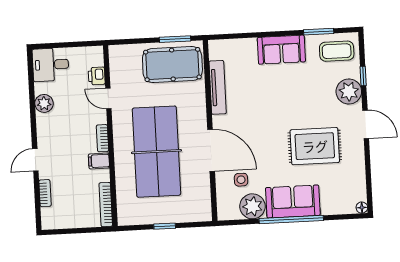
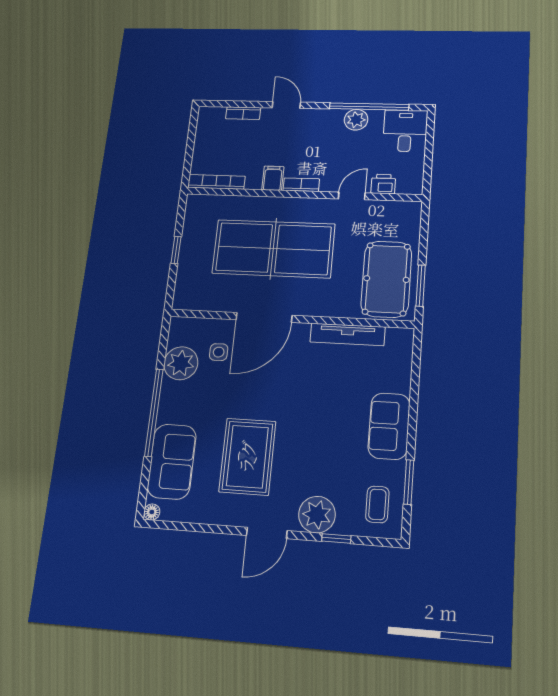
coffee table: (337, 51) -> (377, 504), width x0.73, depth x0.77
window: (32, 95) -> (369, 107), added
sofa: (293, 201) -> (172, 461), moved

